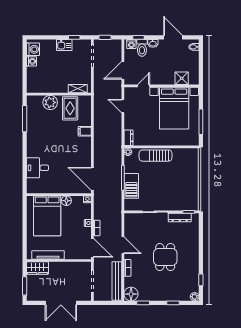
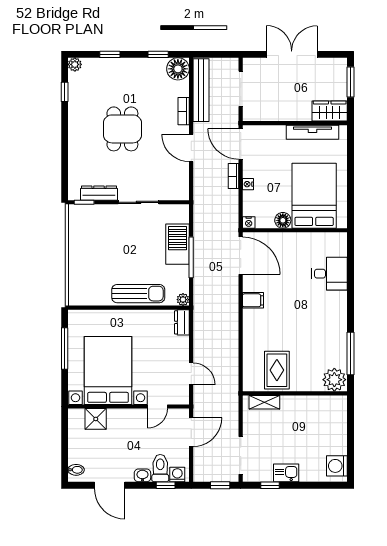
washing machine: (31, 61) -> (339, 446), removed
plant: (50, 102) -> (334, 380), moved
filing cabinet: (85, 131) -> (253, 300), moved

